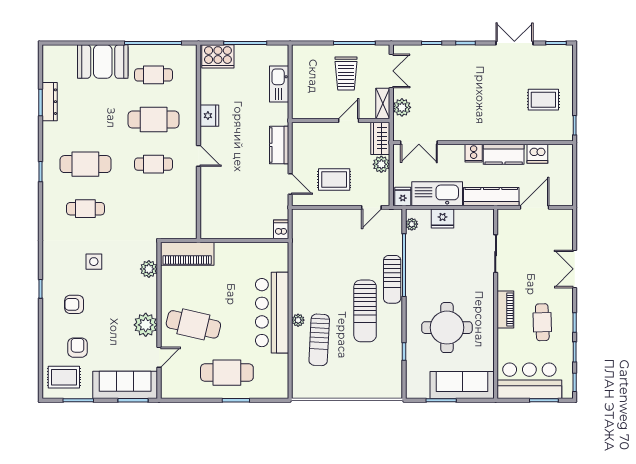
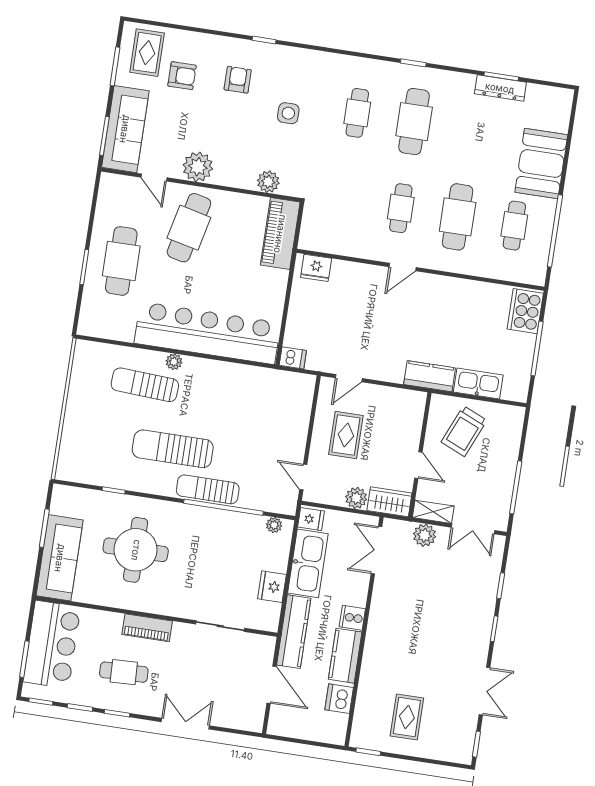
trolley: (346, 73) -> (464, 431), moved, turned -67
fridge: (209, 116) -> (316, 268), moved
kitchen counter: (279, 145) -> (430, 376), moved
fridge: (443, 219) -> (272, 587), moved
bar counter: (272, 313) -> (207, 333), width x1.36

